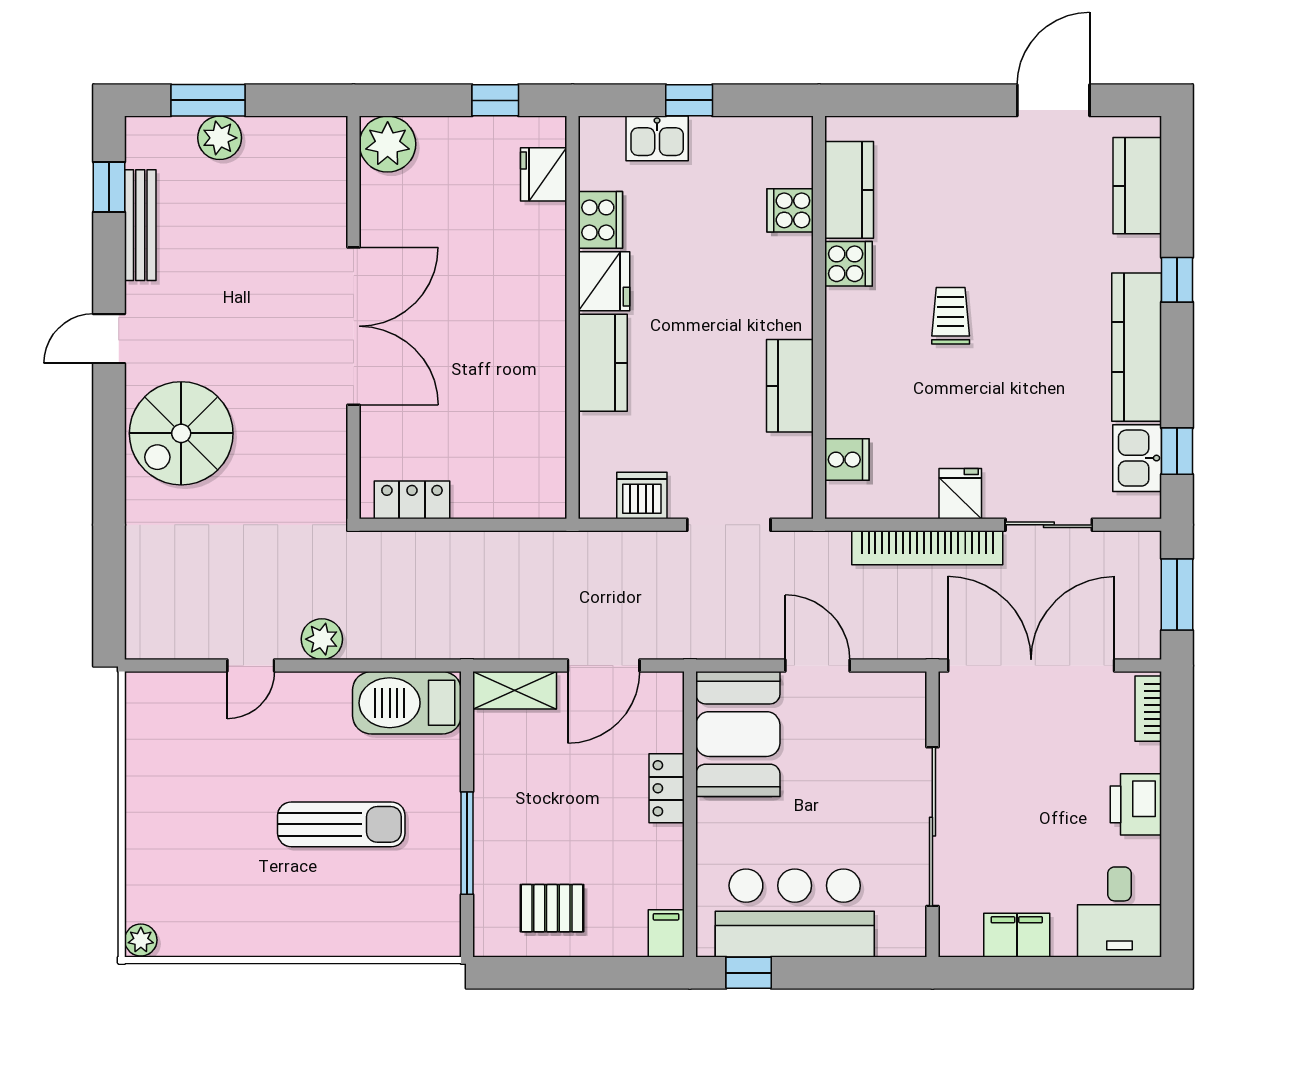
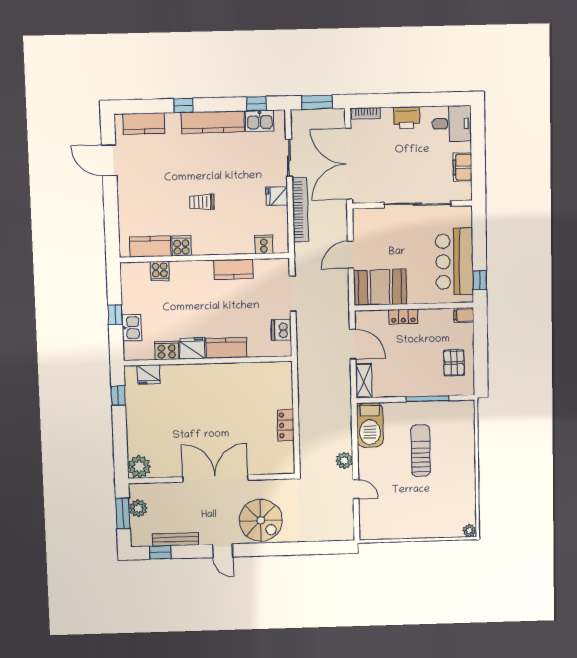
plant: (388, 144) -> (139, 467), moved
wall: (354, 317) -> (212, 479), moved
double door: (354, 326) -> (215, 478), moved

